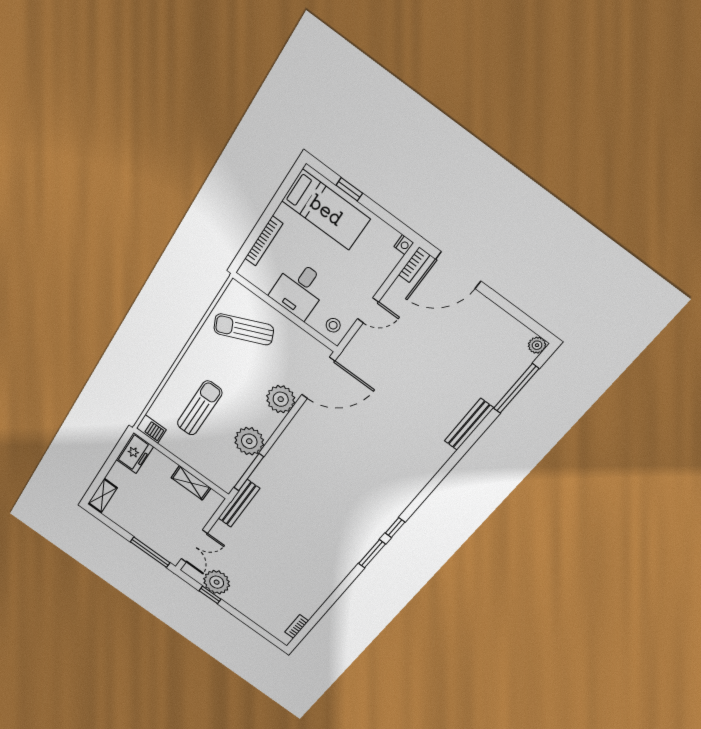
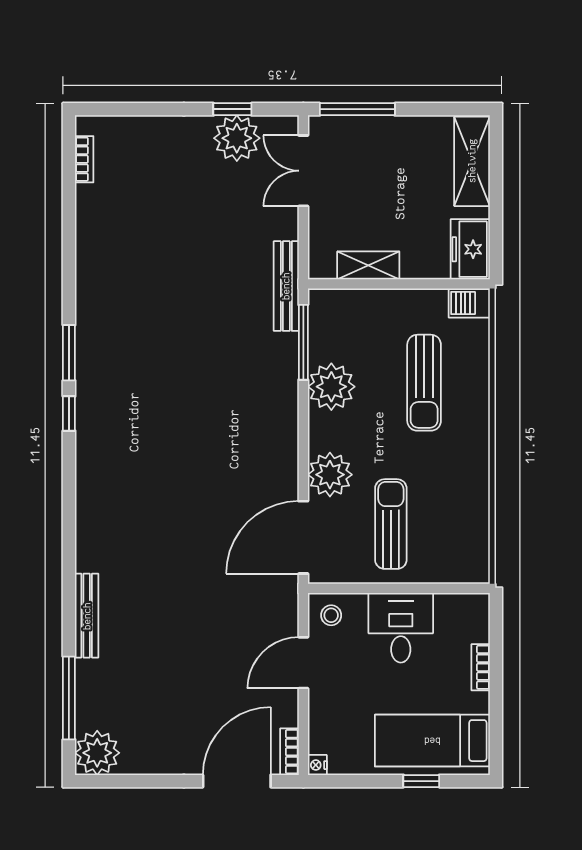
bookcase: (264, 241) -> (481, 667), width x0.64
door: (368, 310) -> (303, 663), width x1.37
sun lounger: (244, 329) -> (391, 524), moved, turned -66
plant: (537, 345) -> (97, 753), width x1.88, depth x1.88
shelving: (103, 496) -> (472, 161), width x1.50, depth x1.33

